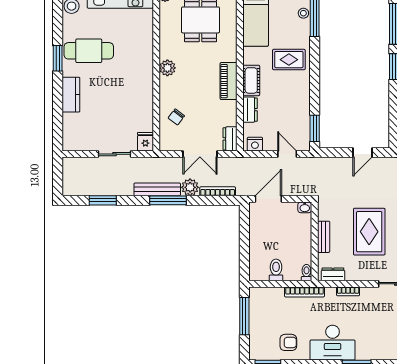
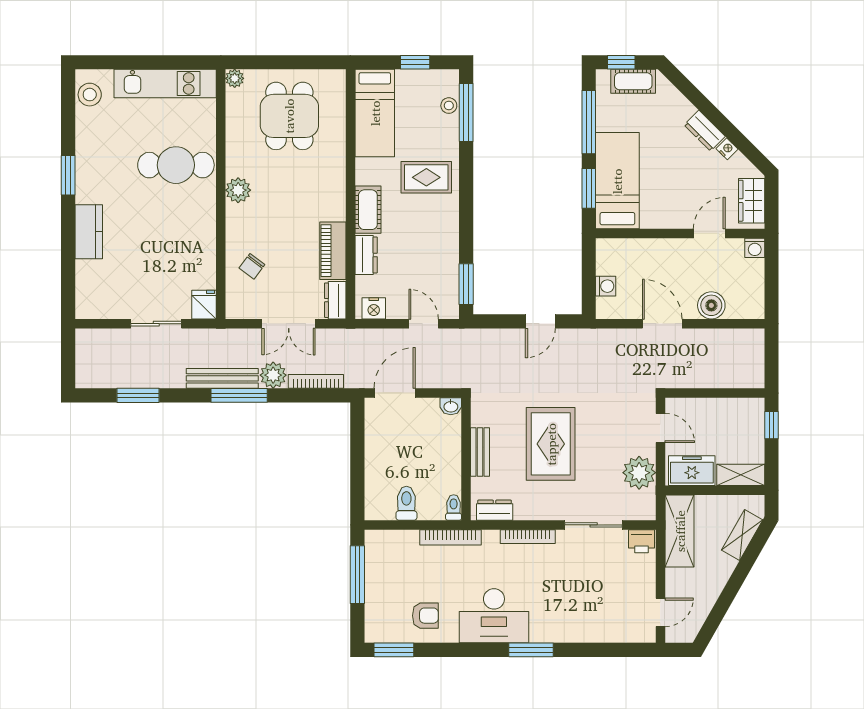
cafe table: (89, 51) -> (176, 165), moved
piano: (229, 81) -> (333, 251), moved
bookcase: (348, 291) -> (528, 537), width x1.56

